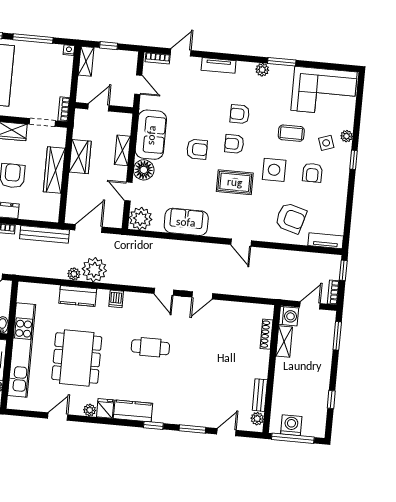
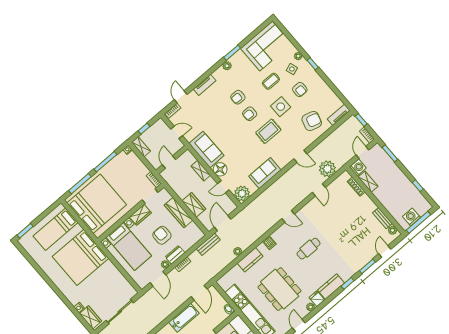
armchair: (197, 149) -> (235, 134), removed
wardrobe: (80, 157) -> (194, 205), moved
bench: (44, 234) -> (208, 244), width x0.73
plant: (94, 270) -> (327, 169), moved
door: (202, 295) -> (319, 190), moved

